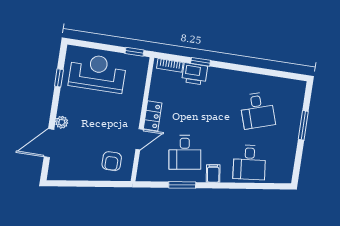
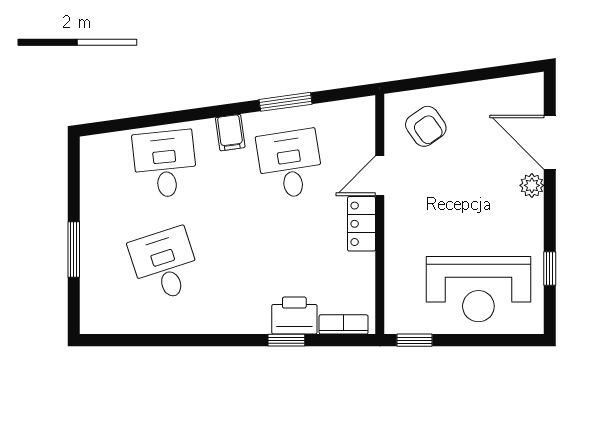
door: (49, 143) -> (550, 142), swing flipped
armchair: (112, 161) -> (426, 126), turned 145

